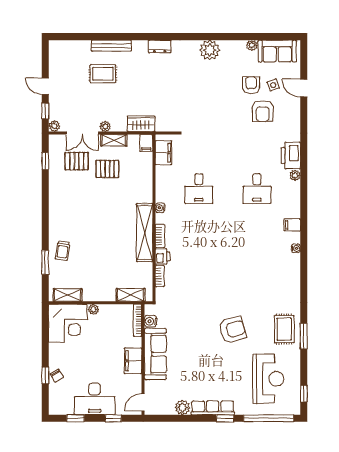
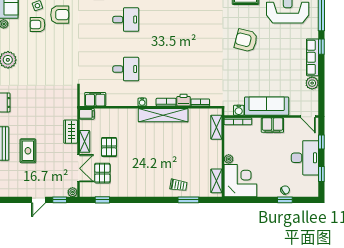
wardrobe: (141, 124) -> (71, 132), moved
plant: (105, 126) -> (73, 149), removed
armchair: (232, 330) -> (246, 40), turned -60

